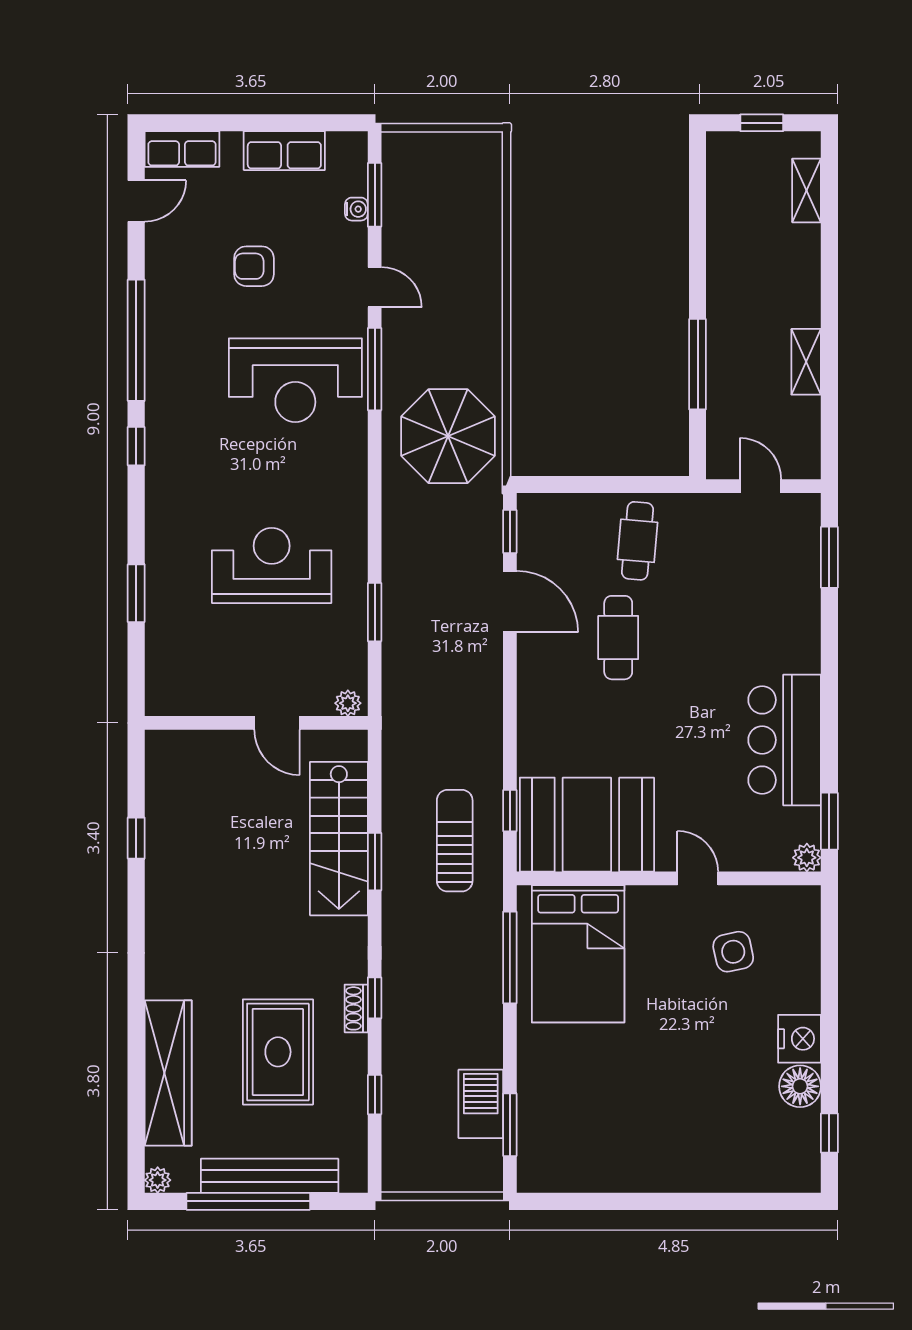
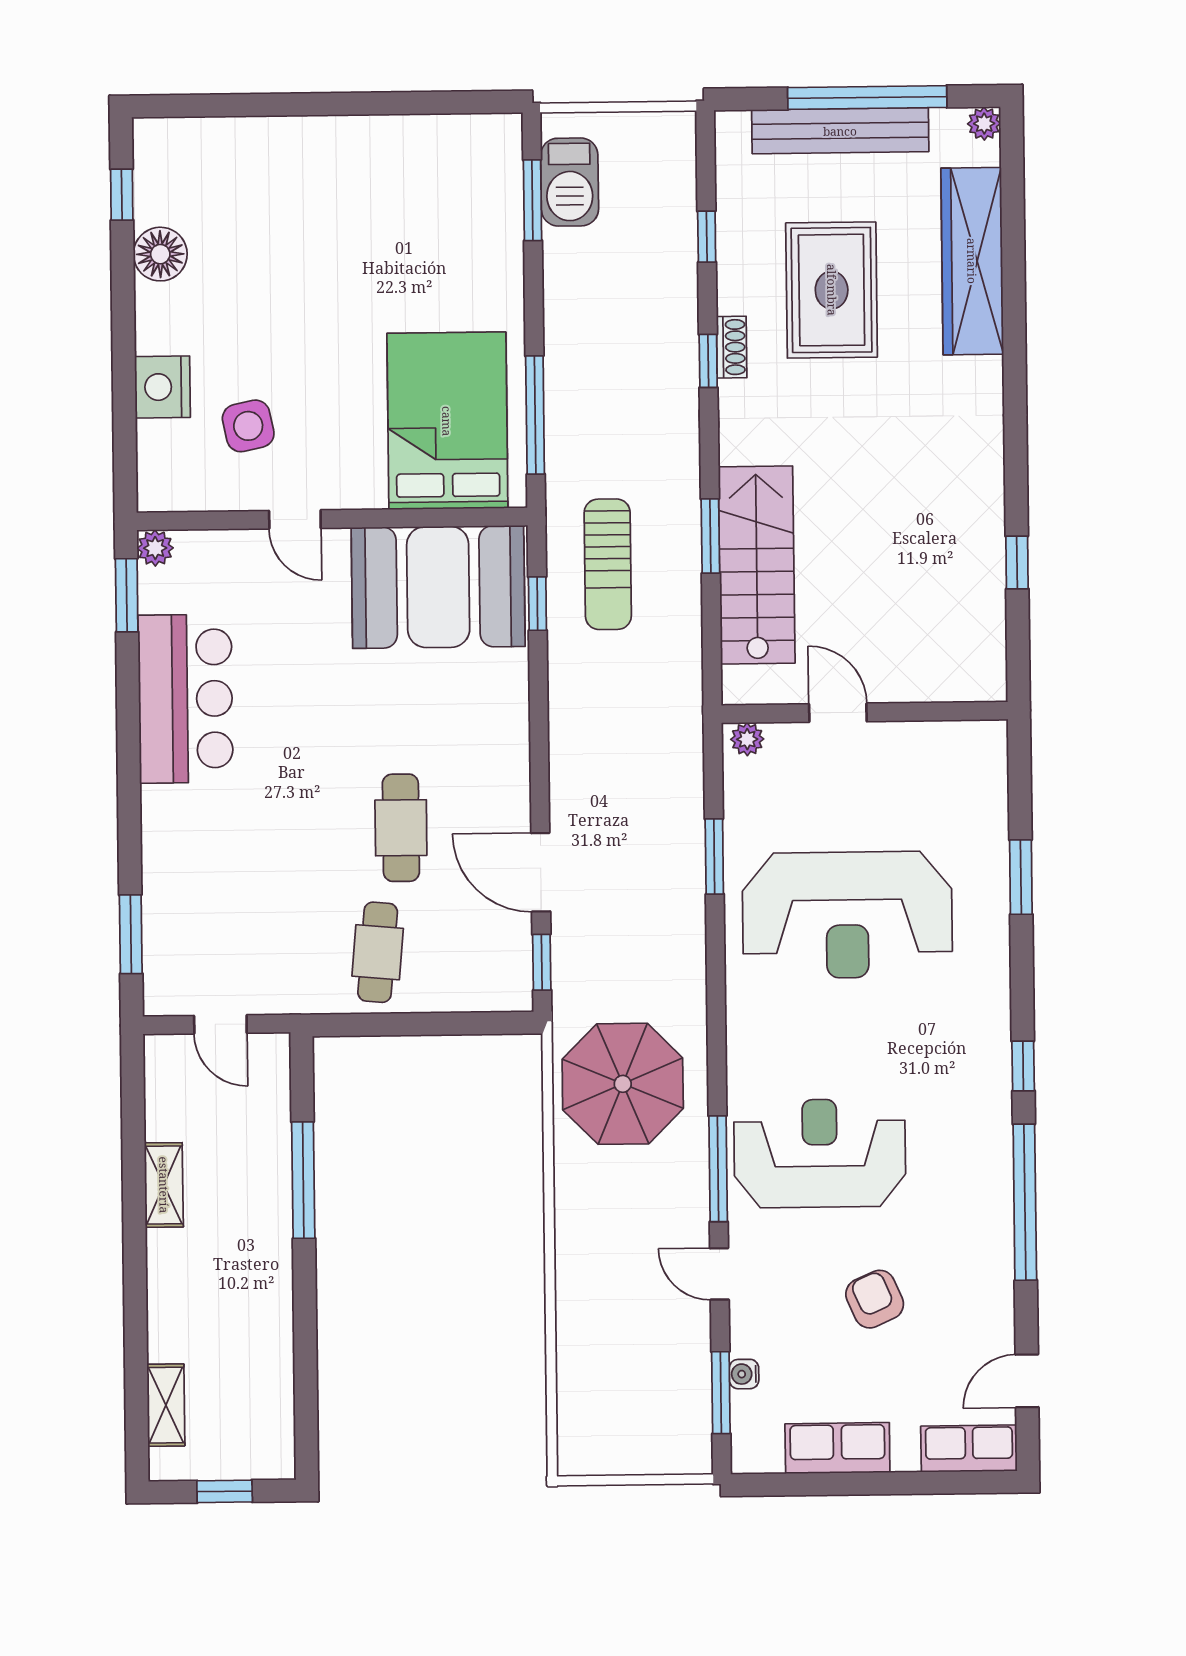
armchair: (254, 266) -> (875, 1299), turned -114
reception desk: (272, 565) -> (847, 915), width x1.36, depth x1.30
nightstand: (799, 1039) -> (163, 387), moved
barbecue: (481, 1104) -> (570, 182), moved

